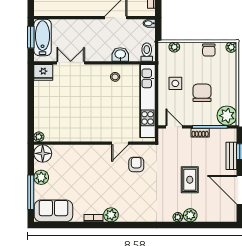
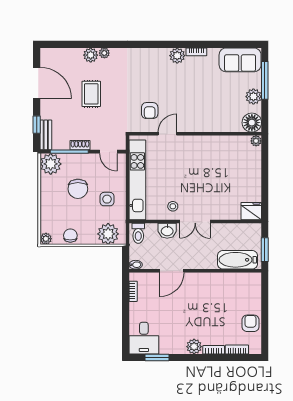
bathtub: (43, 37) -> (238, 260), moved, turned 90
plant: (174, 47) -> (108, 234), width x1.88, depth x1.88
double door: (71, 63) -> (195, 222), moved
bench: (231, 156) -> (46, 135), moved

